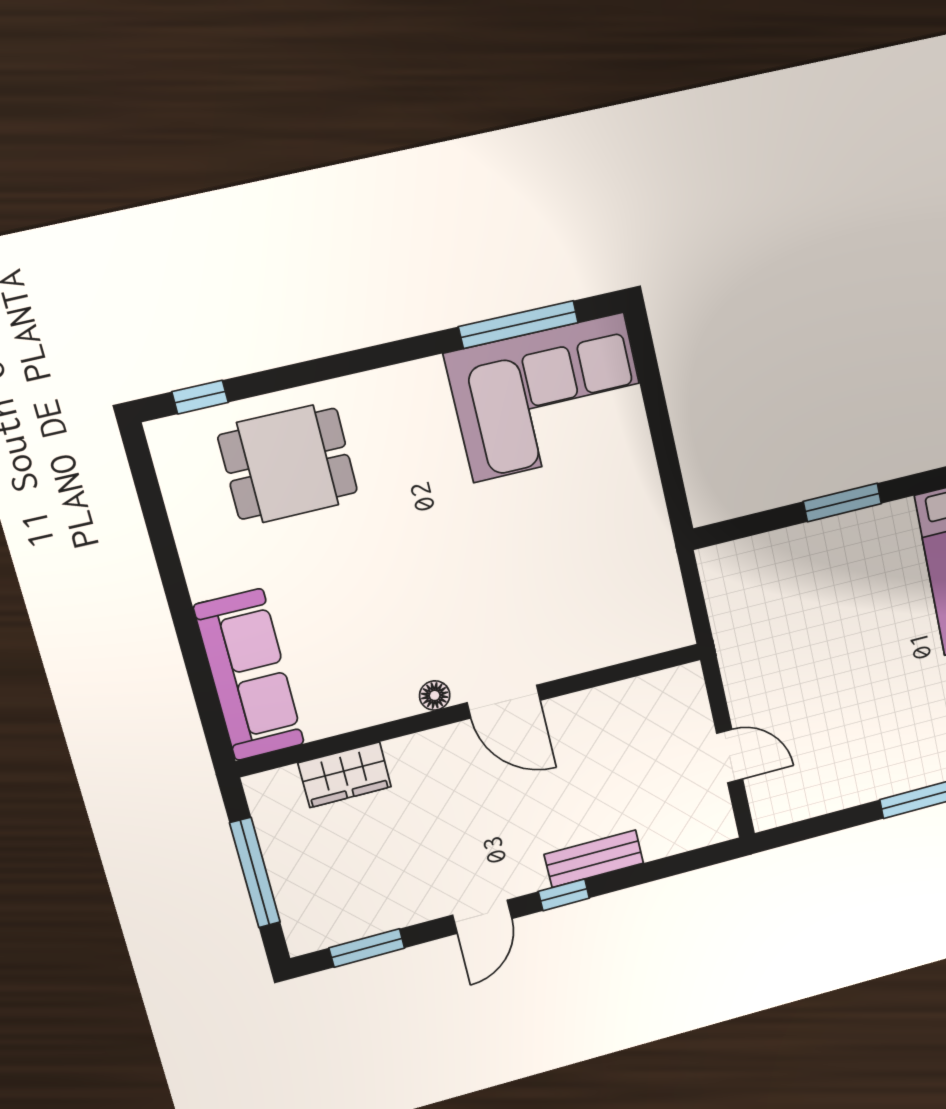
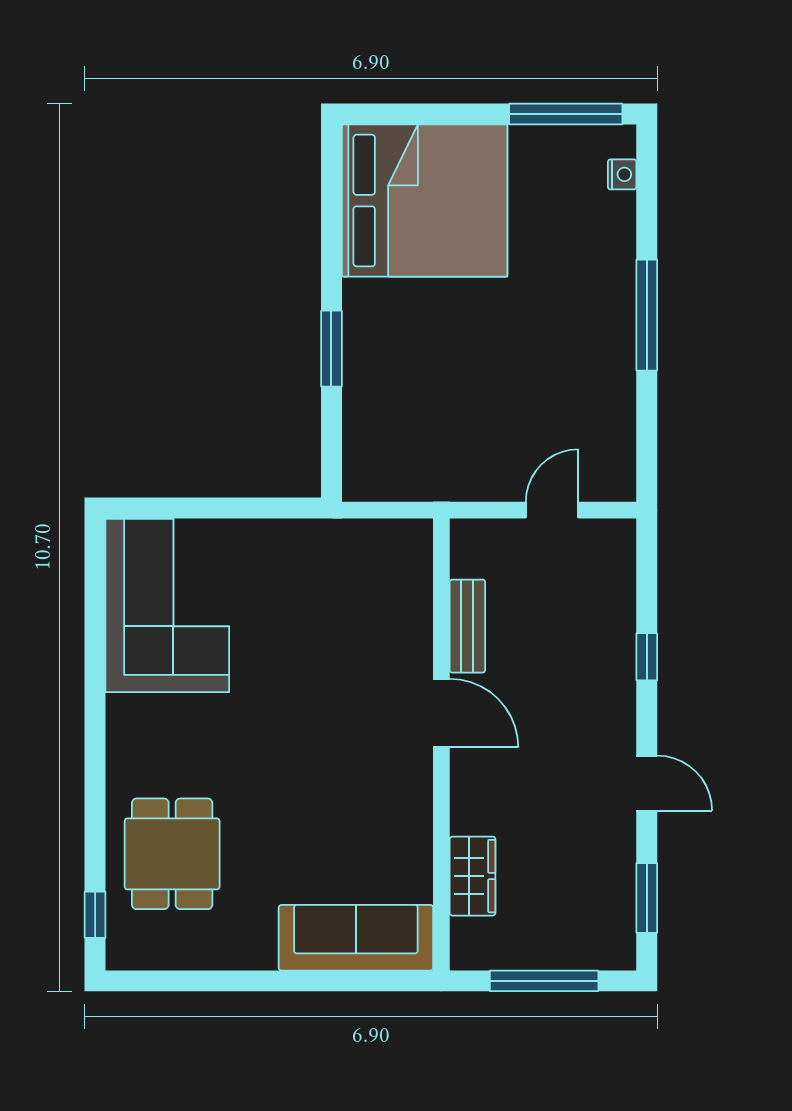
window: (518, 325) -> (95, 618), removed
floor lamp: (435, 695) -> (419, 776), removed
door: (504, 702) -> (441, 713), hinge flipped
bench: (594, 859) -> (467, 626), moved
window: (564, 895) -> (647, 657), moved

